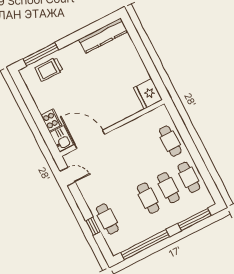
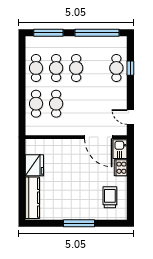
kitchen counter: (103, 36) -> (32, 198), moved, turned 90
window: (41, 54) -> (79, 223), moved
trolley: (49, 69) -> (110, 197), moved, turned -90
fridge: (148, 94) -> (34, 165), moved
cafe table: (150, 151) -> (56, 104), added

